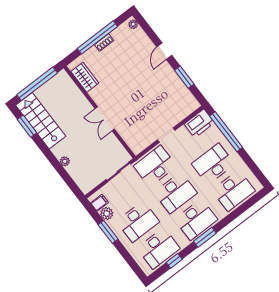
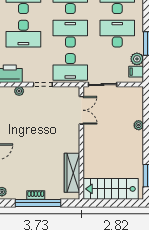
wardrobe: (85, 77) -> (72, 173), width x1.50
window: (37, 84) -> (113, 203), removed
plant: (181, 115) -> (19, 91), added
double door: (105, 119) -> (81, 110), moved
stairs: (41, 121) -> (111, 189), moved, turned 90

